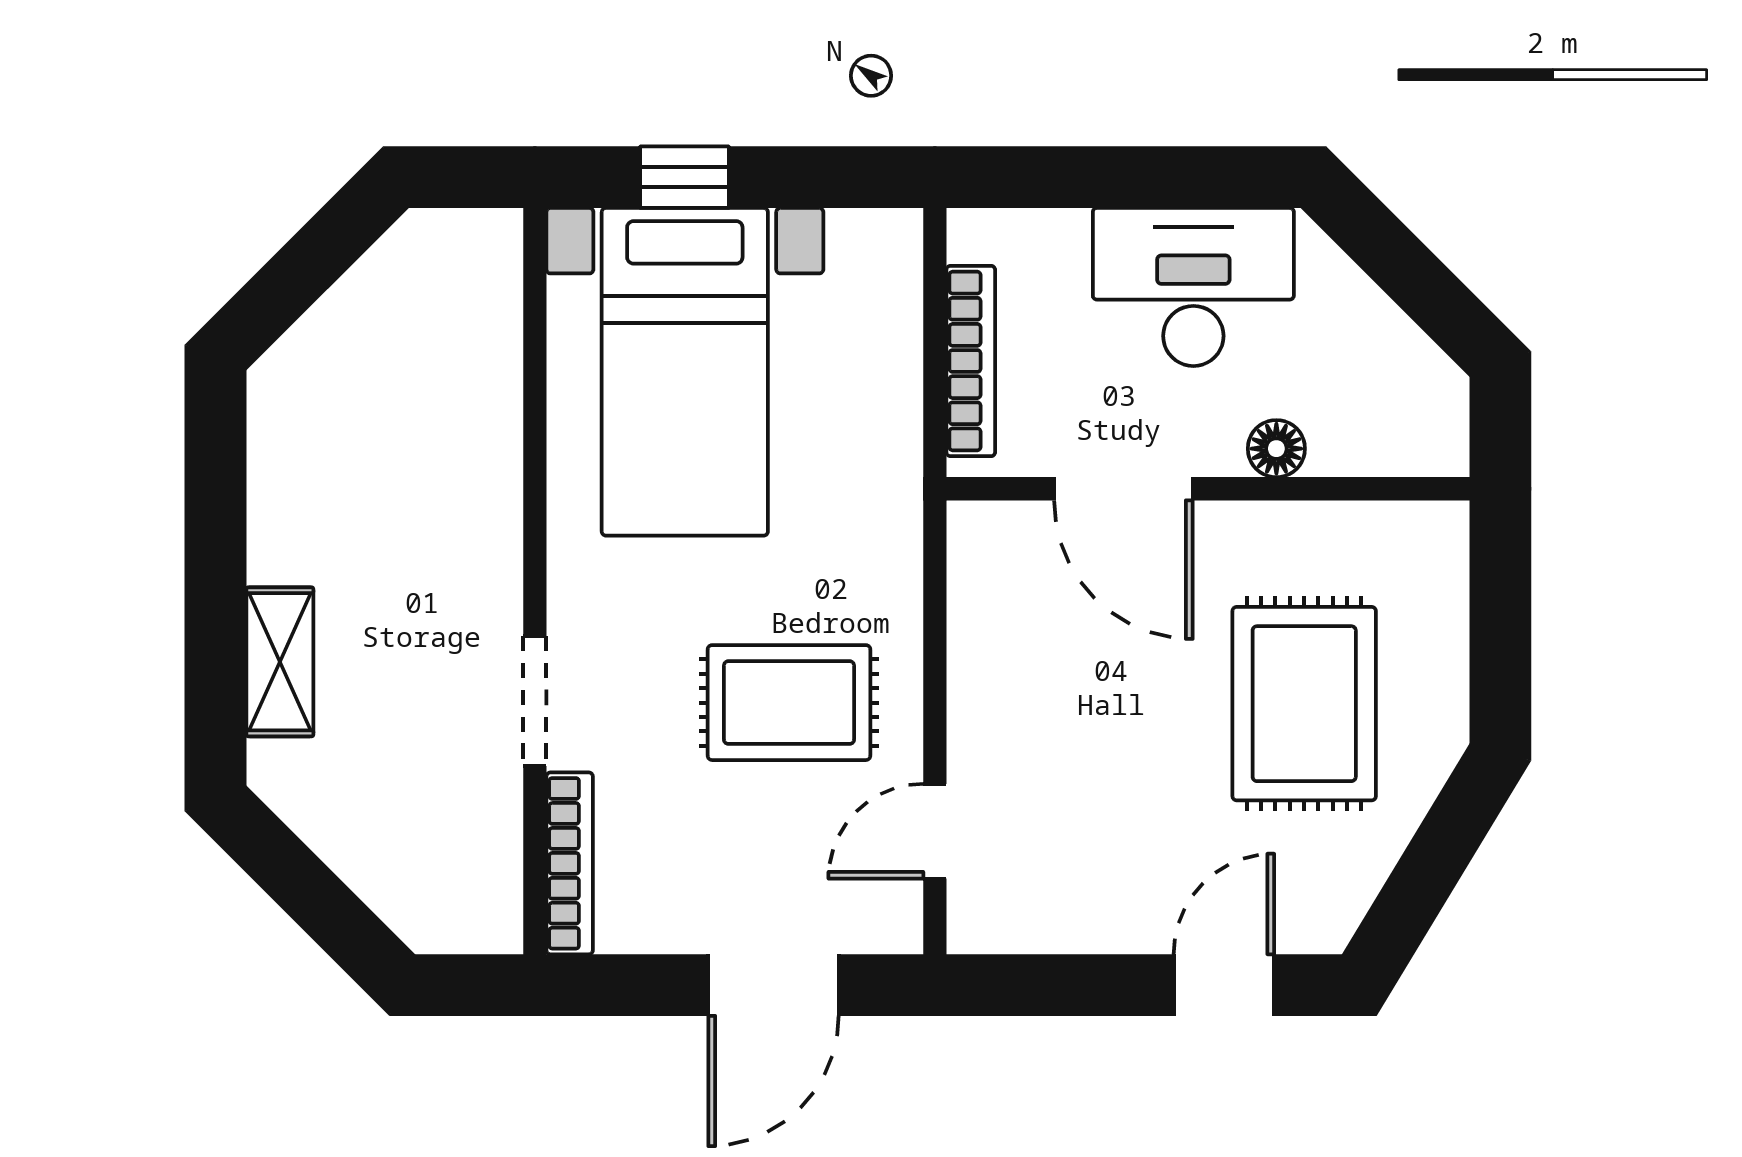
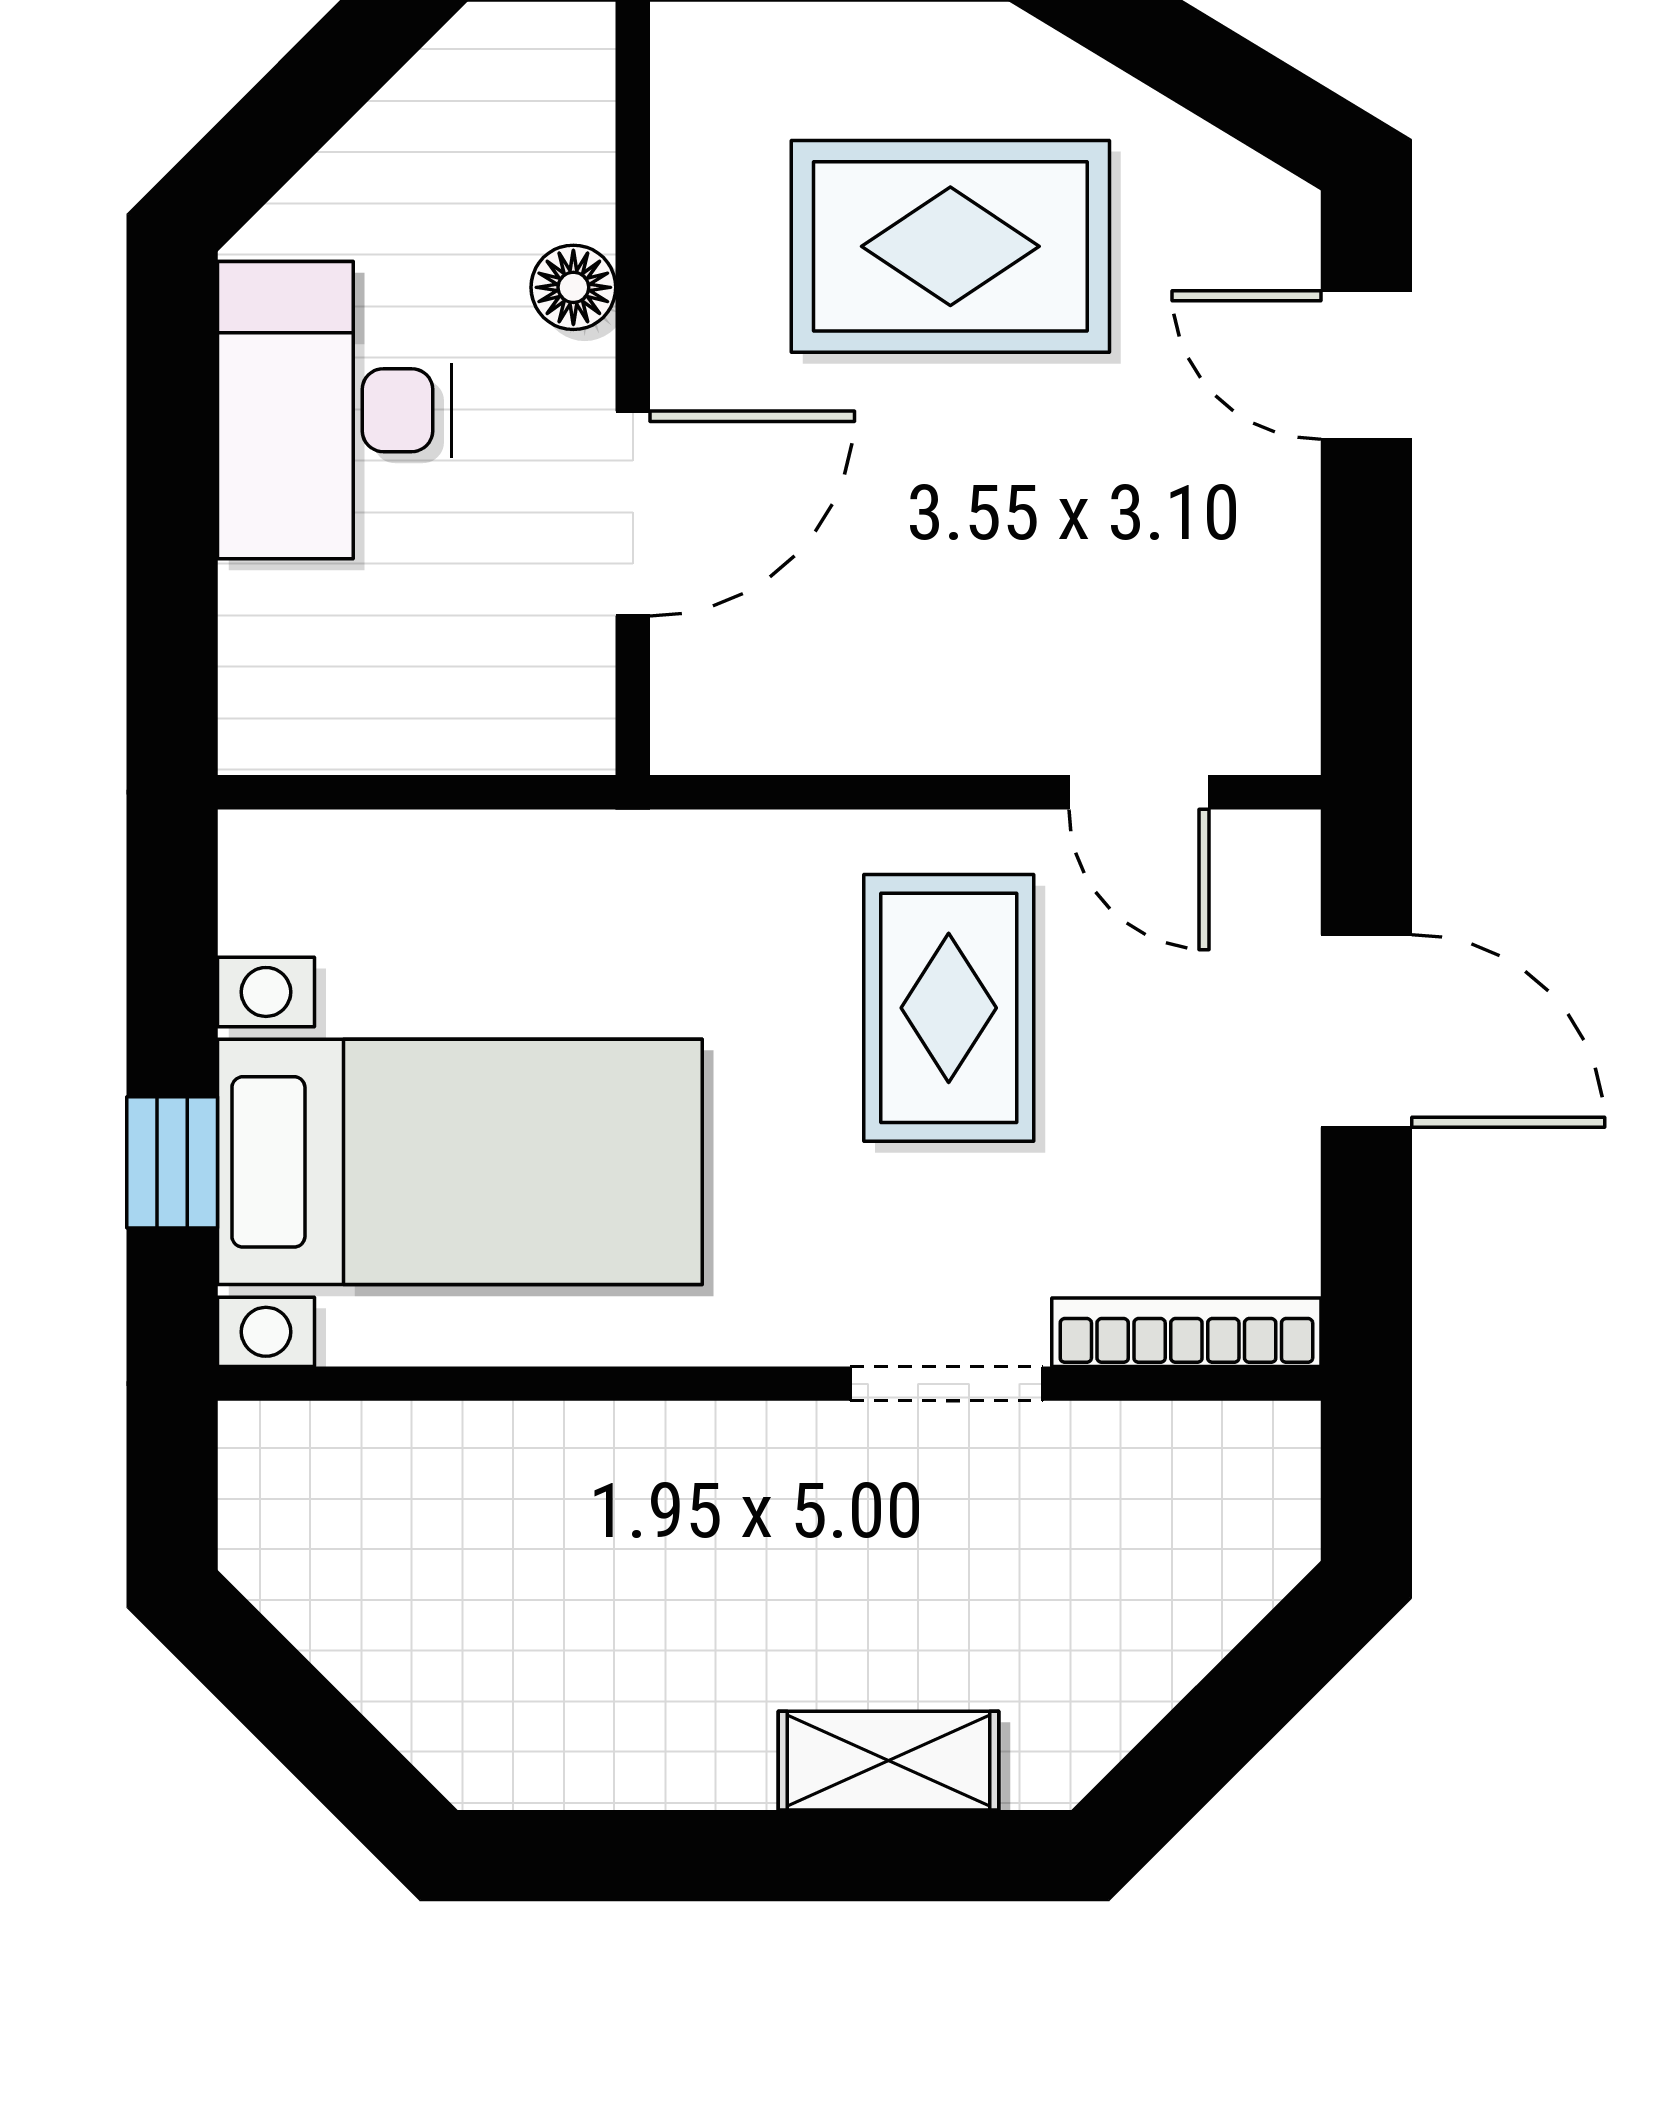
bookcase: (971, 361) -> (444, 739), removed

